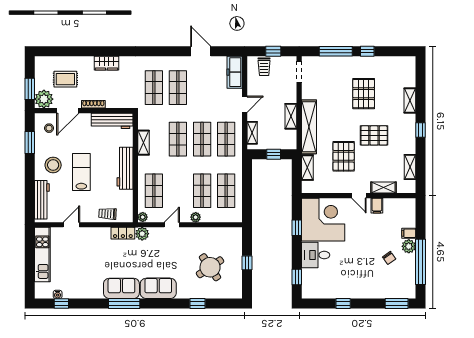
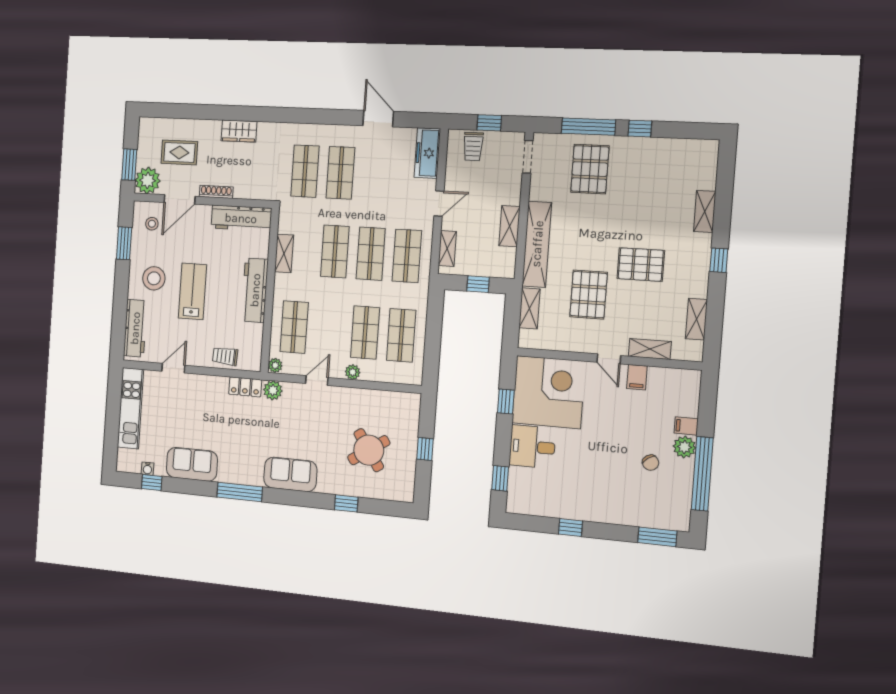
pallet: (364, 94) -> (590, 169), moved
sofa: (121, 288) -> (192, 464), moved

